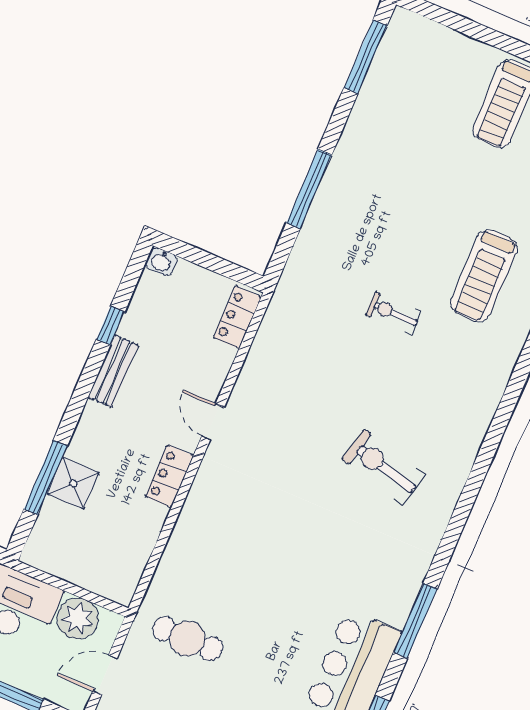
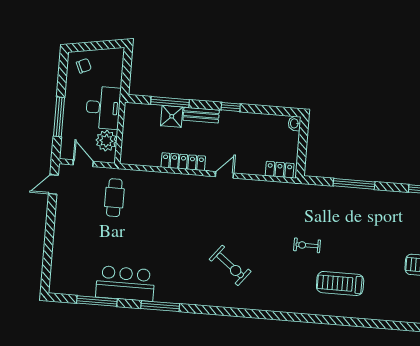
exercise bike: (393, 313) -> (307, 245), turned -90
window: (110, 326) -> (231, 107), moved
bench: (113, 371) -> (201, 115), moved
exercise bike: (383, 467) -> (230, 265), turned 114
locker: (169, 476) -> (183, 162), width x1.53

